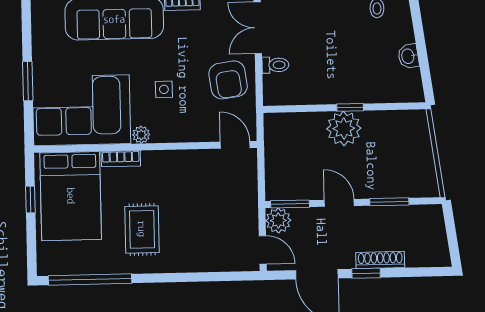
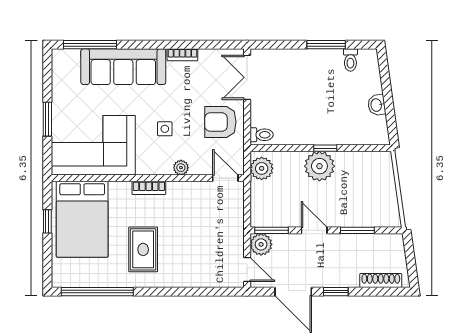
toilet: (275, 65) -> (262, 135), moved
armchair: (228, 80) -> (220, 122), turned 98
plant: (277, 133) -> (262, 168), added
plant: (141, 135) -> (181, 168), moved
bookcase: (121, 159) -> (149, 188), moved
shoe rack: (380, 260) -> (381, 281), moved

